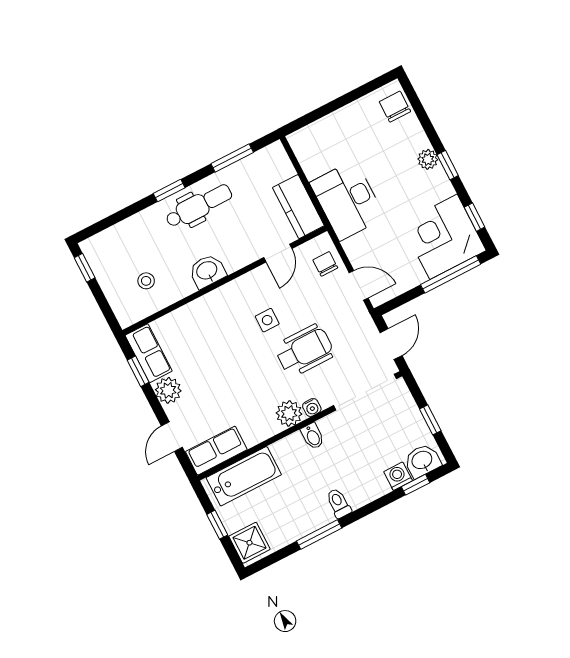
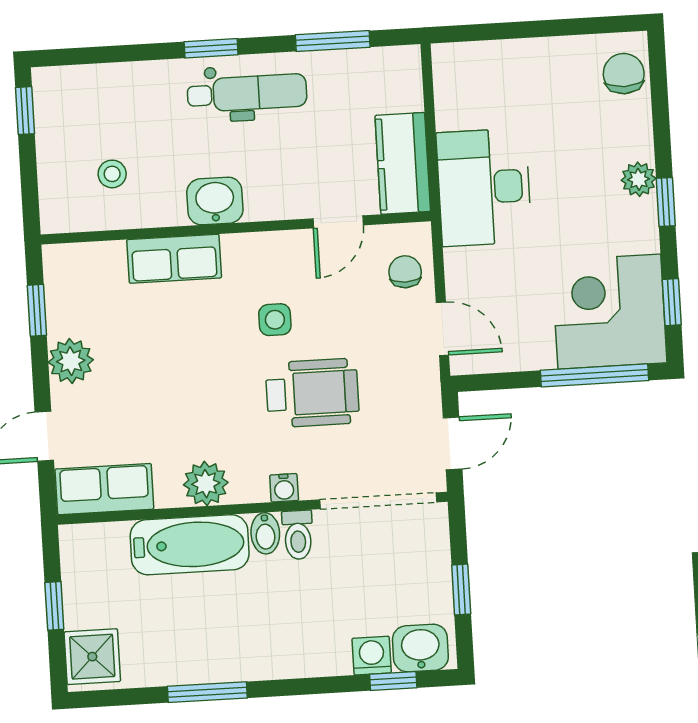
row of seats: (149, 353) -> (174, 259), moved, turned 90
plant: (289, 413) -> (206, 484), moved
bathtub: (244, 476) -> (190, 545), moved
toilet: (339, 503) -> (298, 535), moved, turned 180

